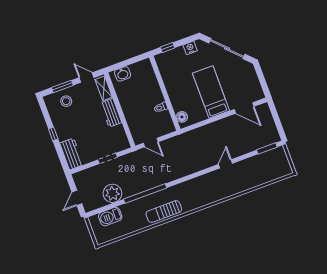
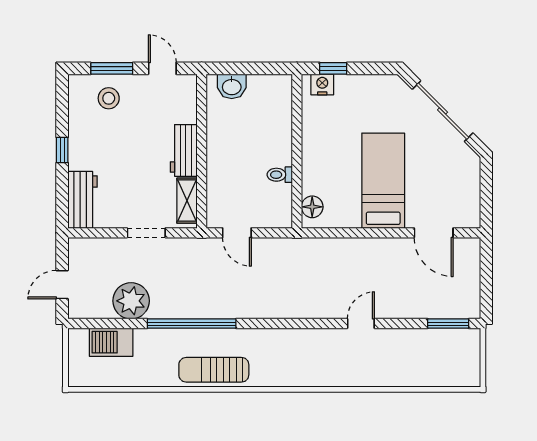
nightstand: (190, 48) -> (322, 84), moved
shelving: (104, 88) -> (187, 201), moved

